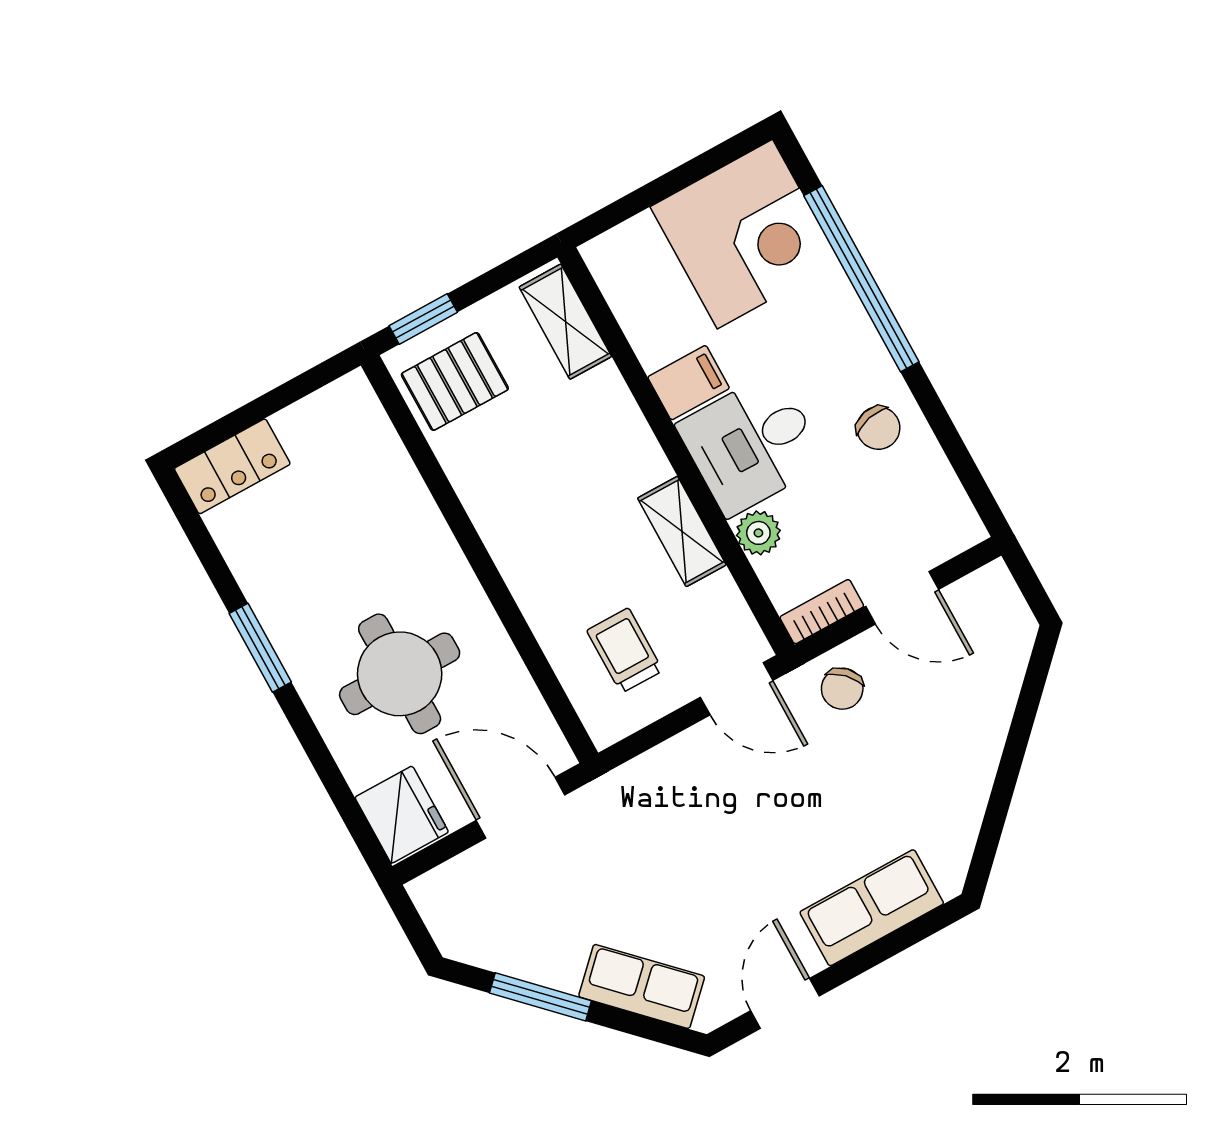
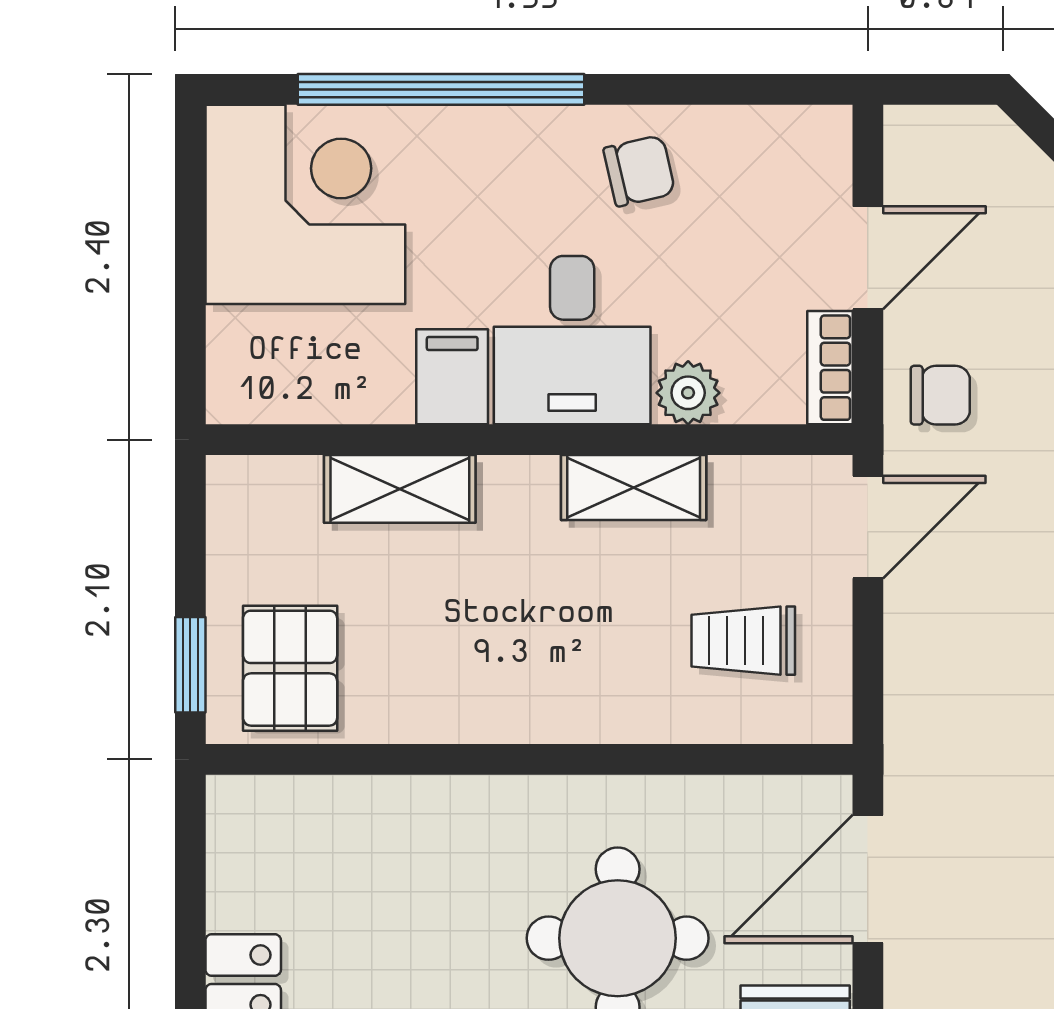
shelving: (565, 322) -> (400, 489), moved
chair: (842, 689) -> (940, 395), turned -45

